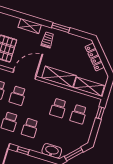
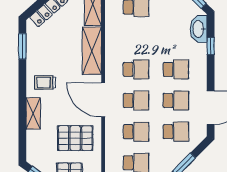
window: (61, 28) -> (22, 46), moved
school desk: (58, 108) -> (136, 69), moved
window: (23, 151) -> (211, 46), moved

